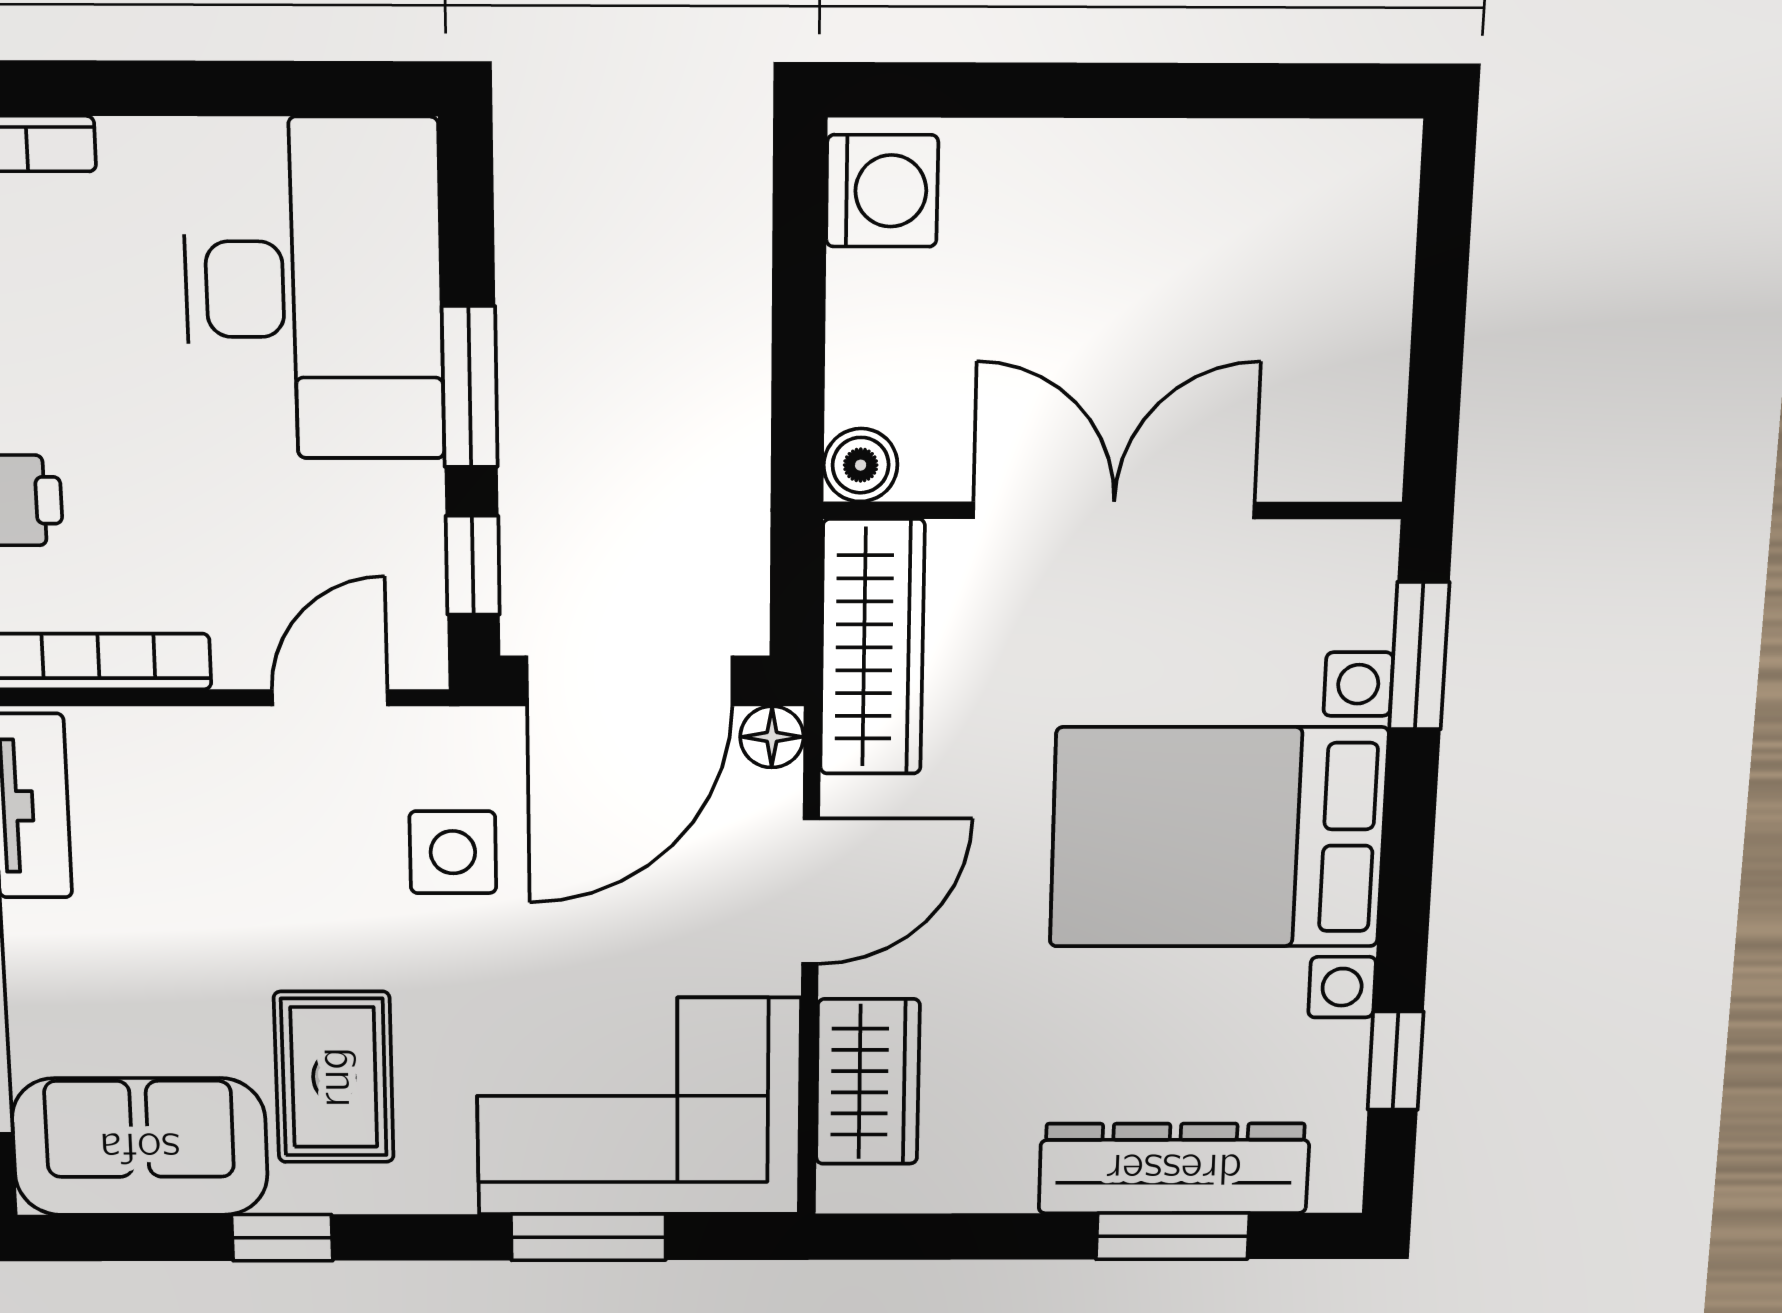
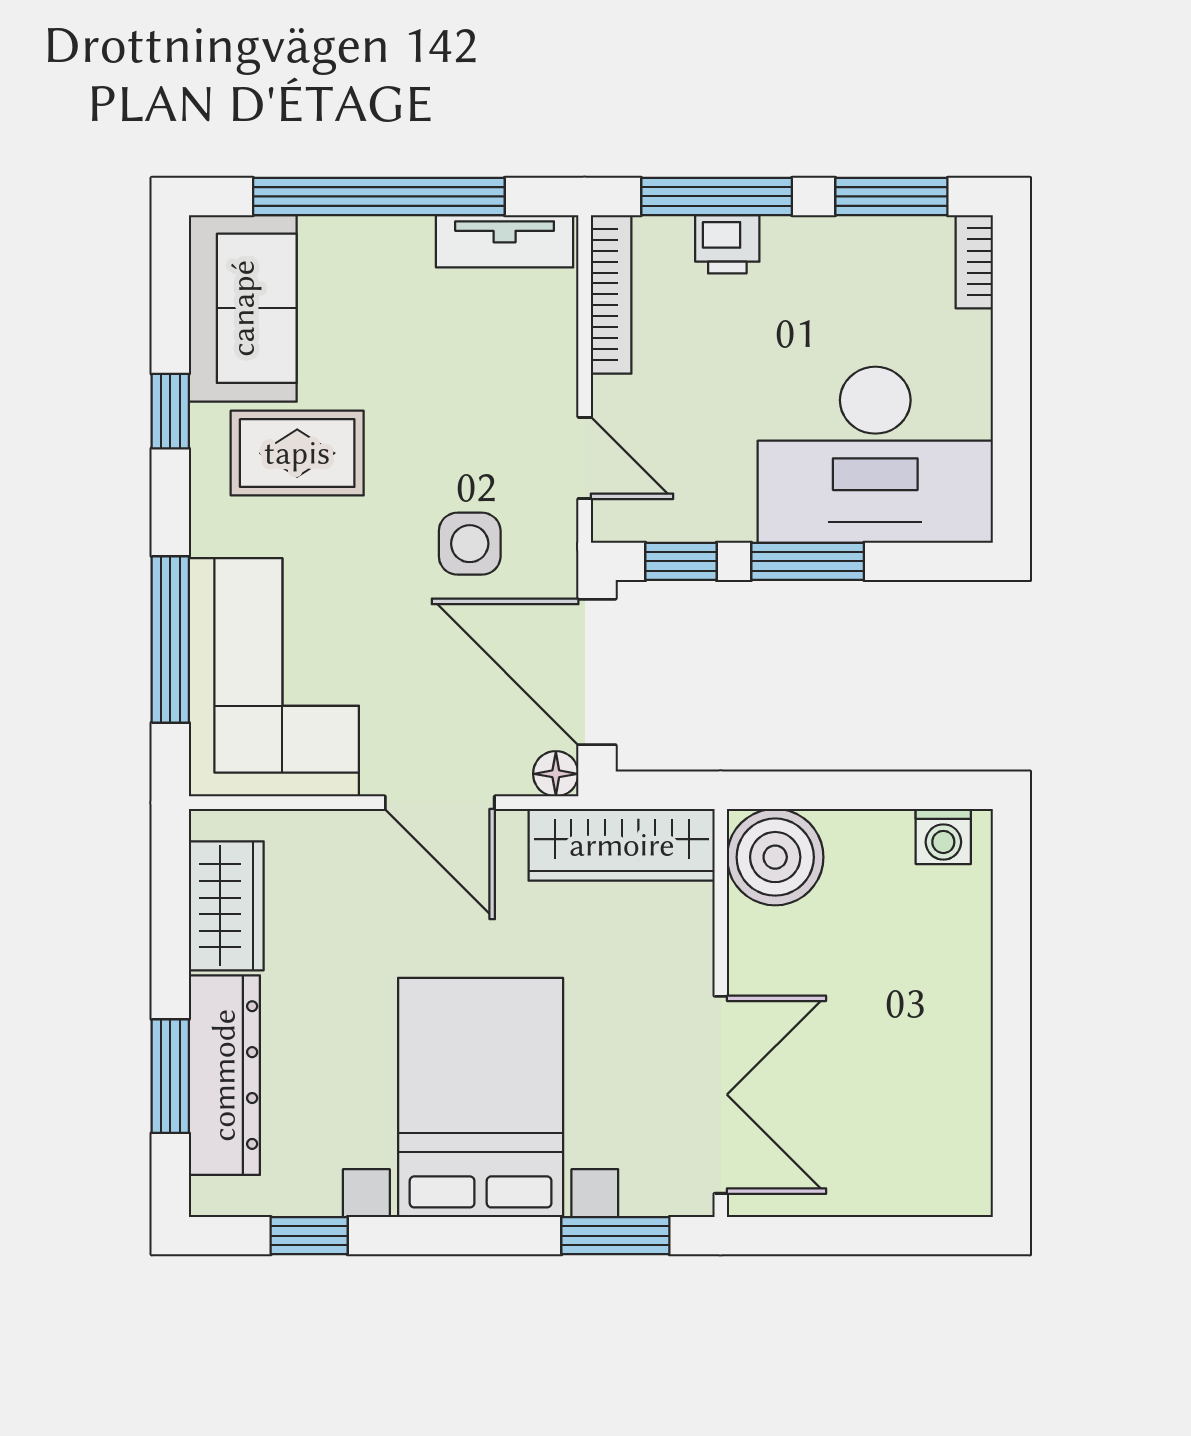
washing machine: (882, 191) -> (943, 836), width x0.73, depth x0.73
boiler: (861, 465) -> (775, 857), width x1.86, depth x1.86
double door: (1114, 510) -> (721, 1095), moved
wardrobe: (868, 1082) -> (226, 906), moved, turned -90
window: (588, 1237) -> (170, 639), width x1.44

